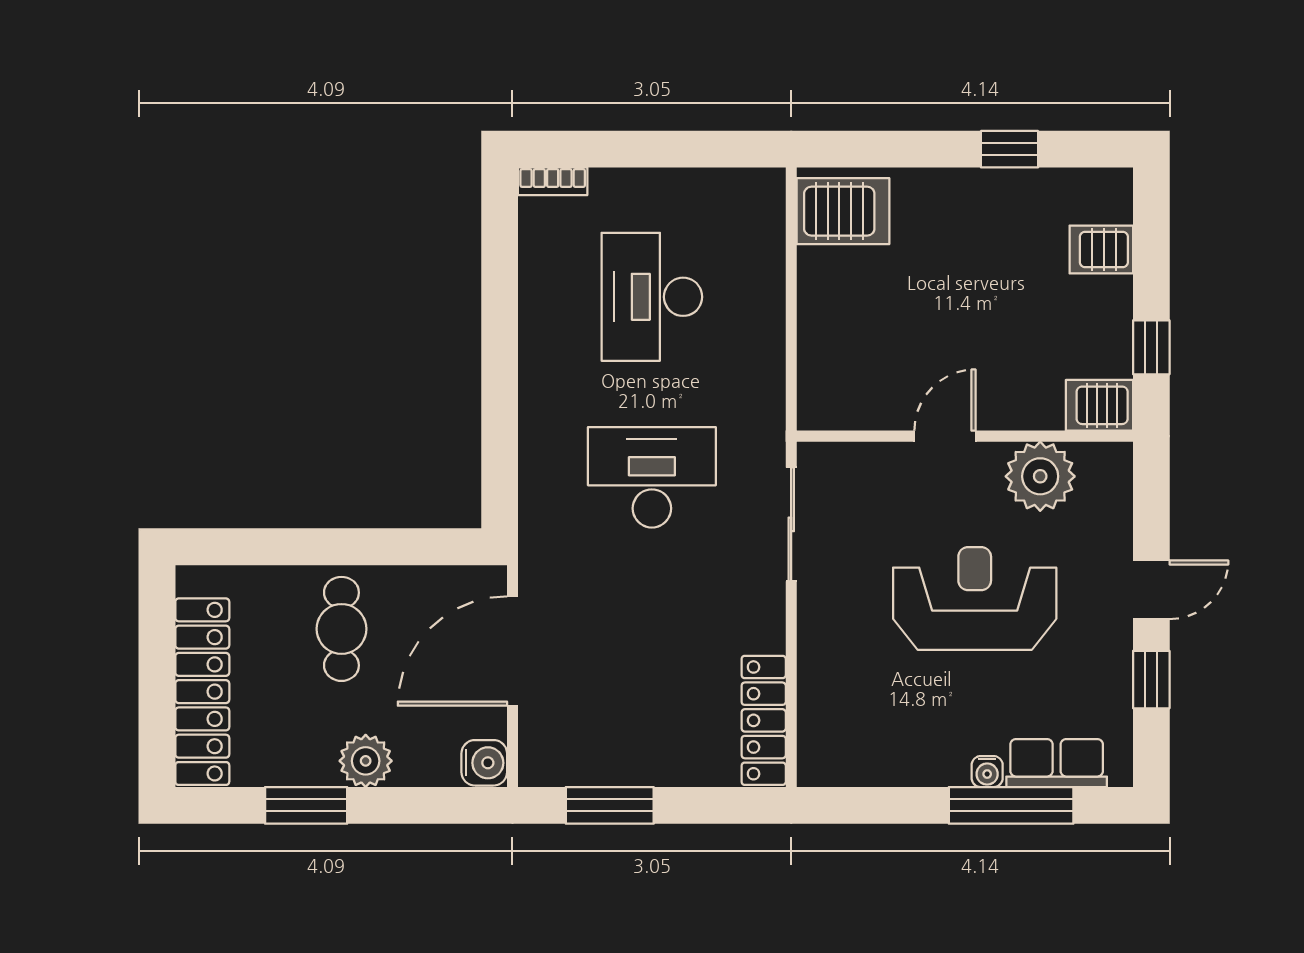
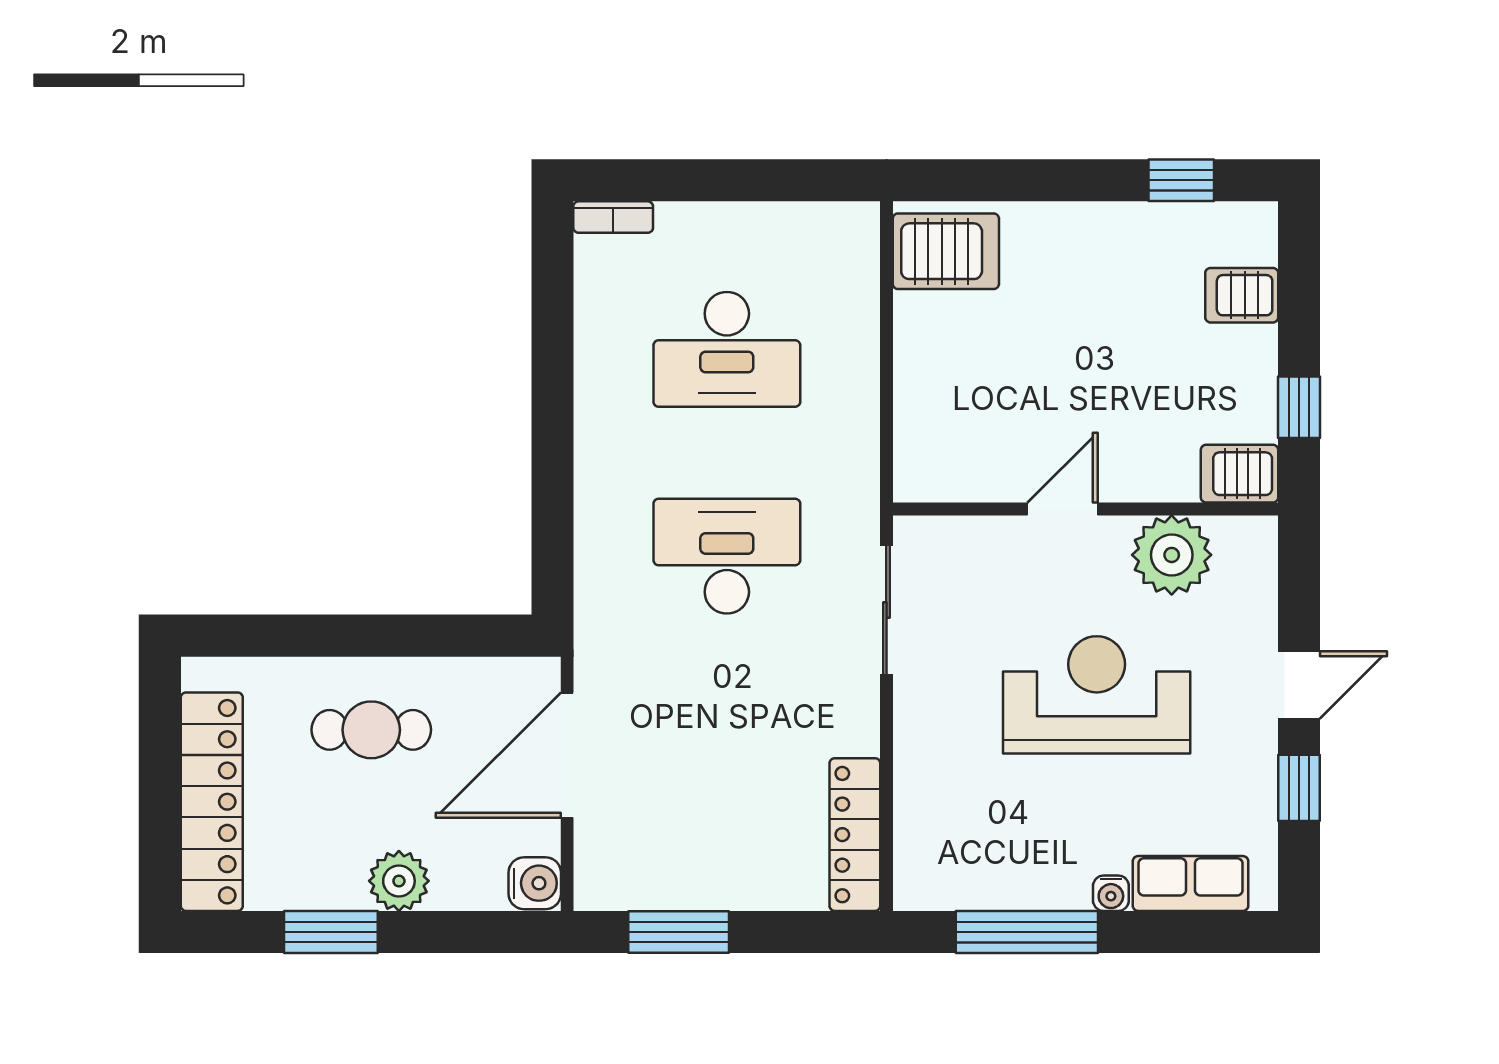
window: (1010, 149) -> (1181, 180), moved
desk: (652, 297) -> (727, 349), turned -90
cafe table: (341, 629) -> (371, 730), turned 90
window: (1011, 805) -> (1027, 932), moved

